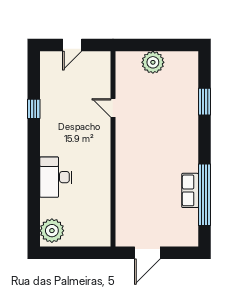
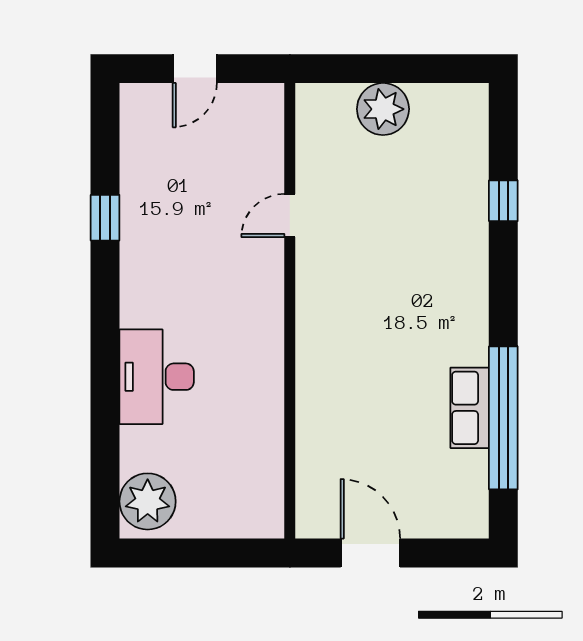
window: (204, 102) -> (503, 201), width x0.67
door: (113, 108) -> (290, 216), hinge flipped
door: (147, 253) -> (370, 553), swing flipped

